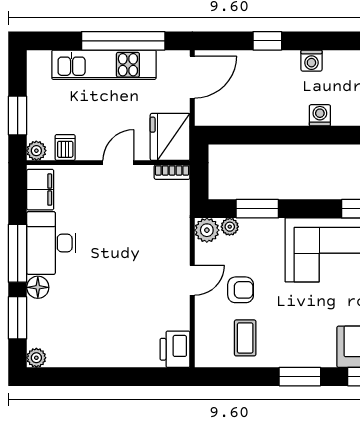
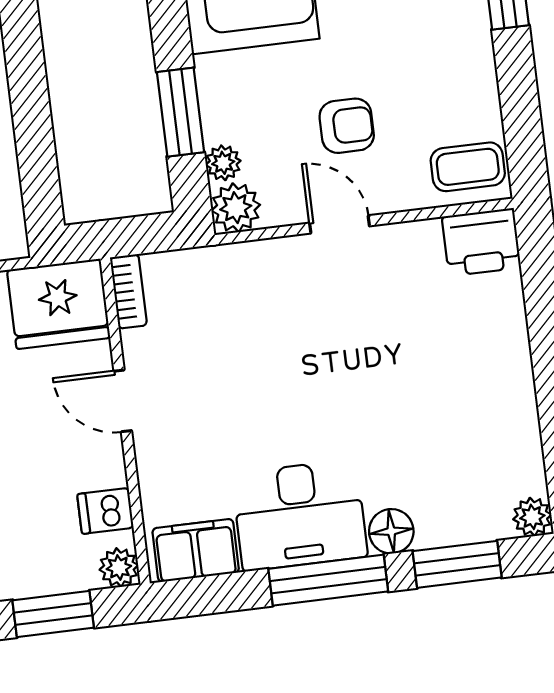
armchair: (241, 290) -> (347, 126), turned 90
coffee table: (245, 338) -> (468, 167), moved

